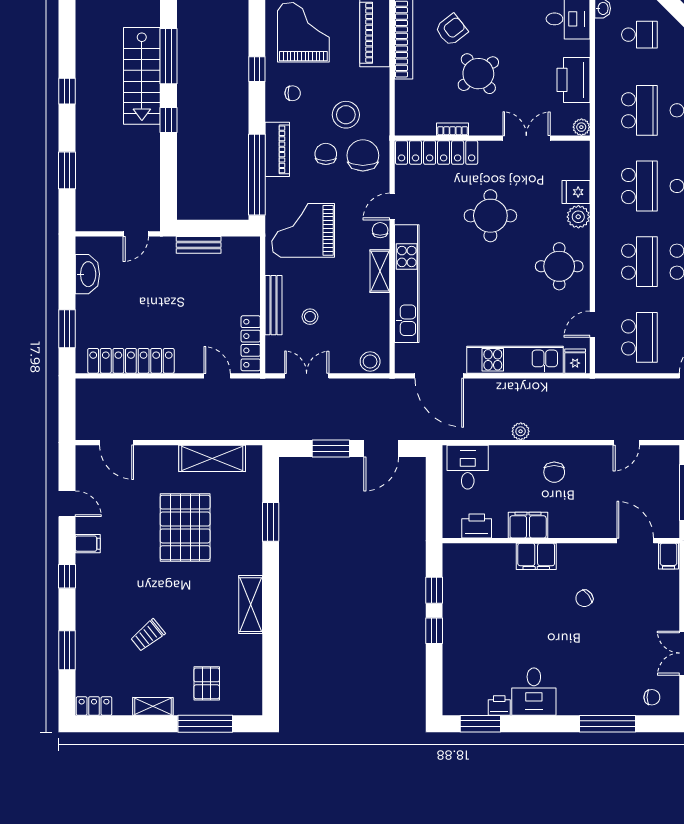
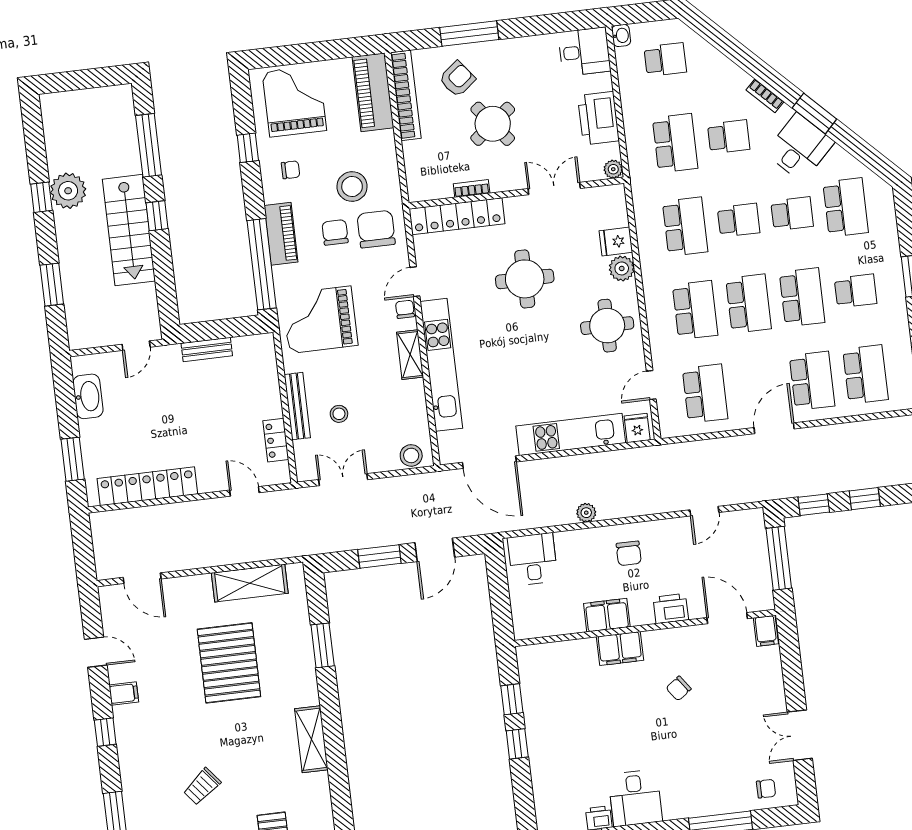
stairs: (142, 76) -> (129, 230), moved
plant: (92, 88) -> (68, 191), added
locker: (251, 343) -> (276, 440), width x0.66
printer: (477, 526) -> (671, 608), moved

